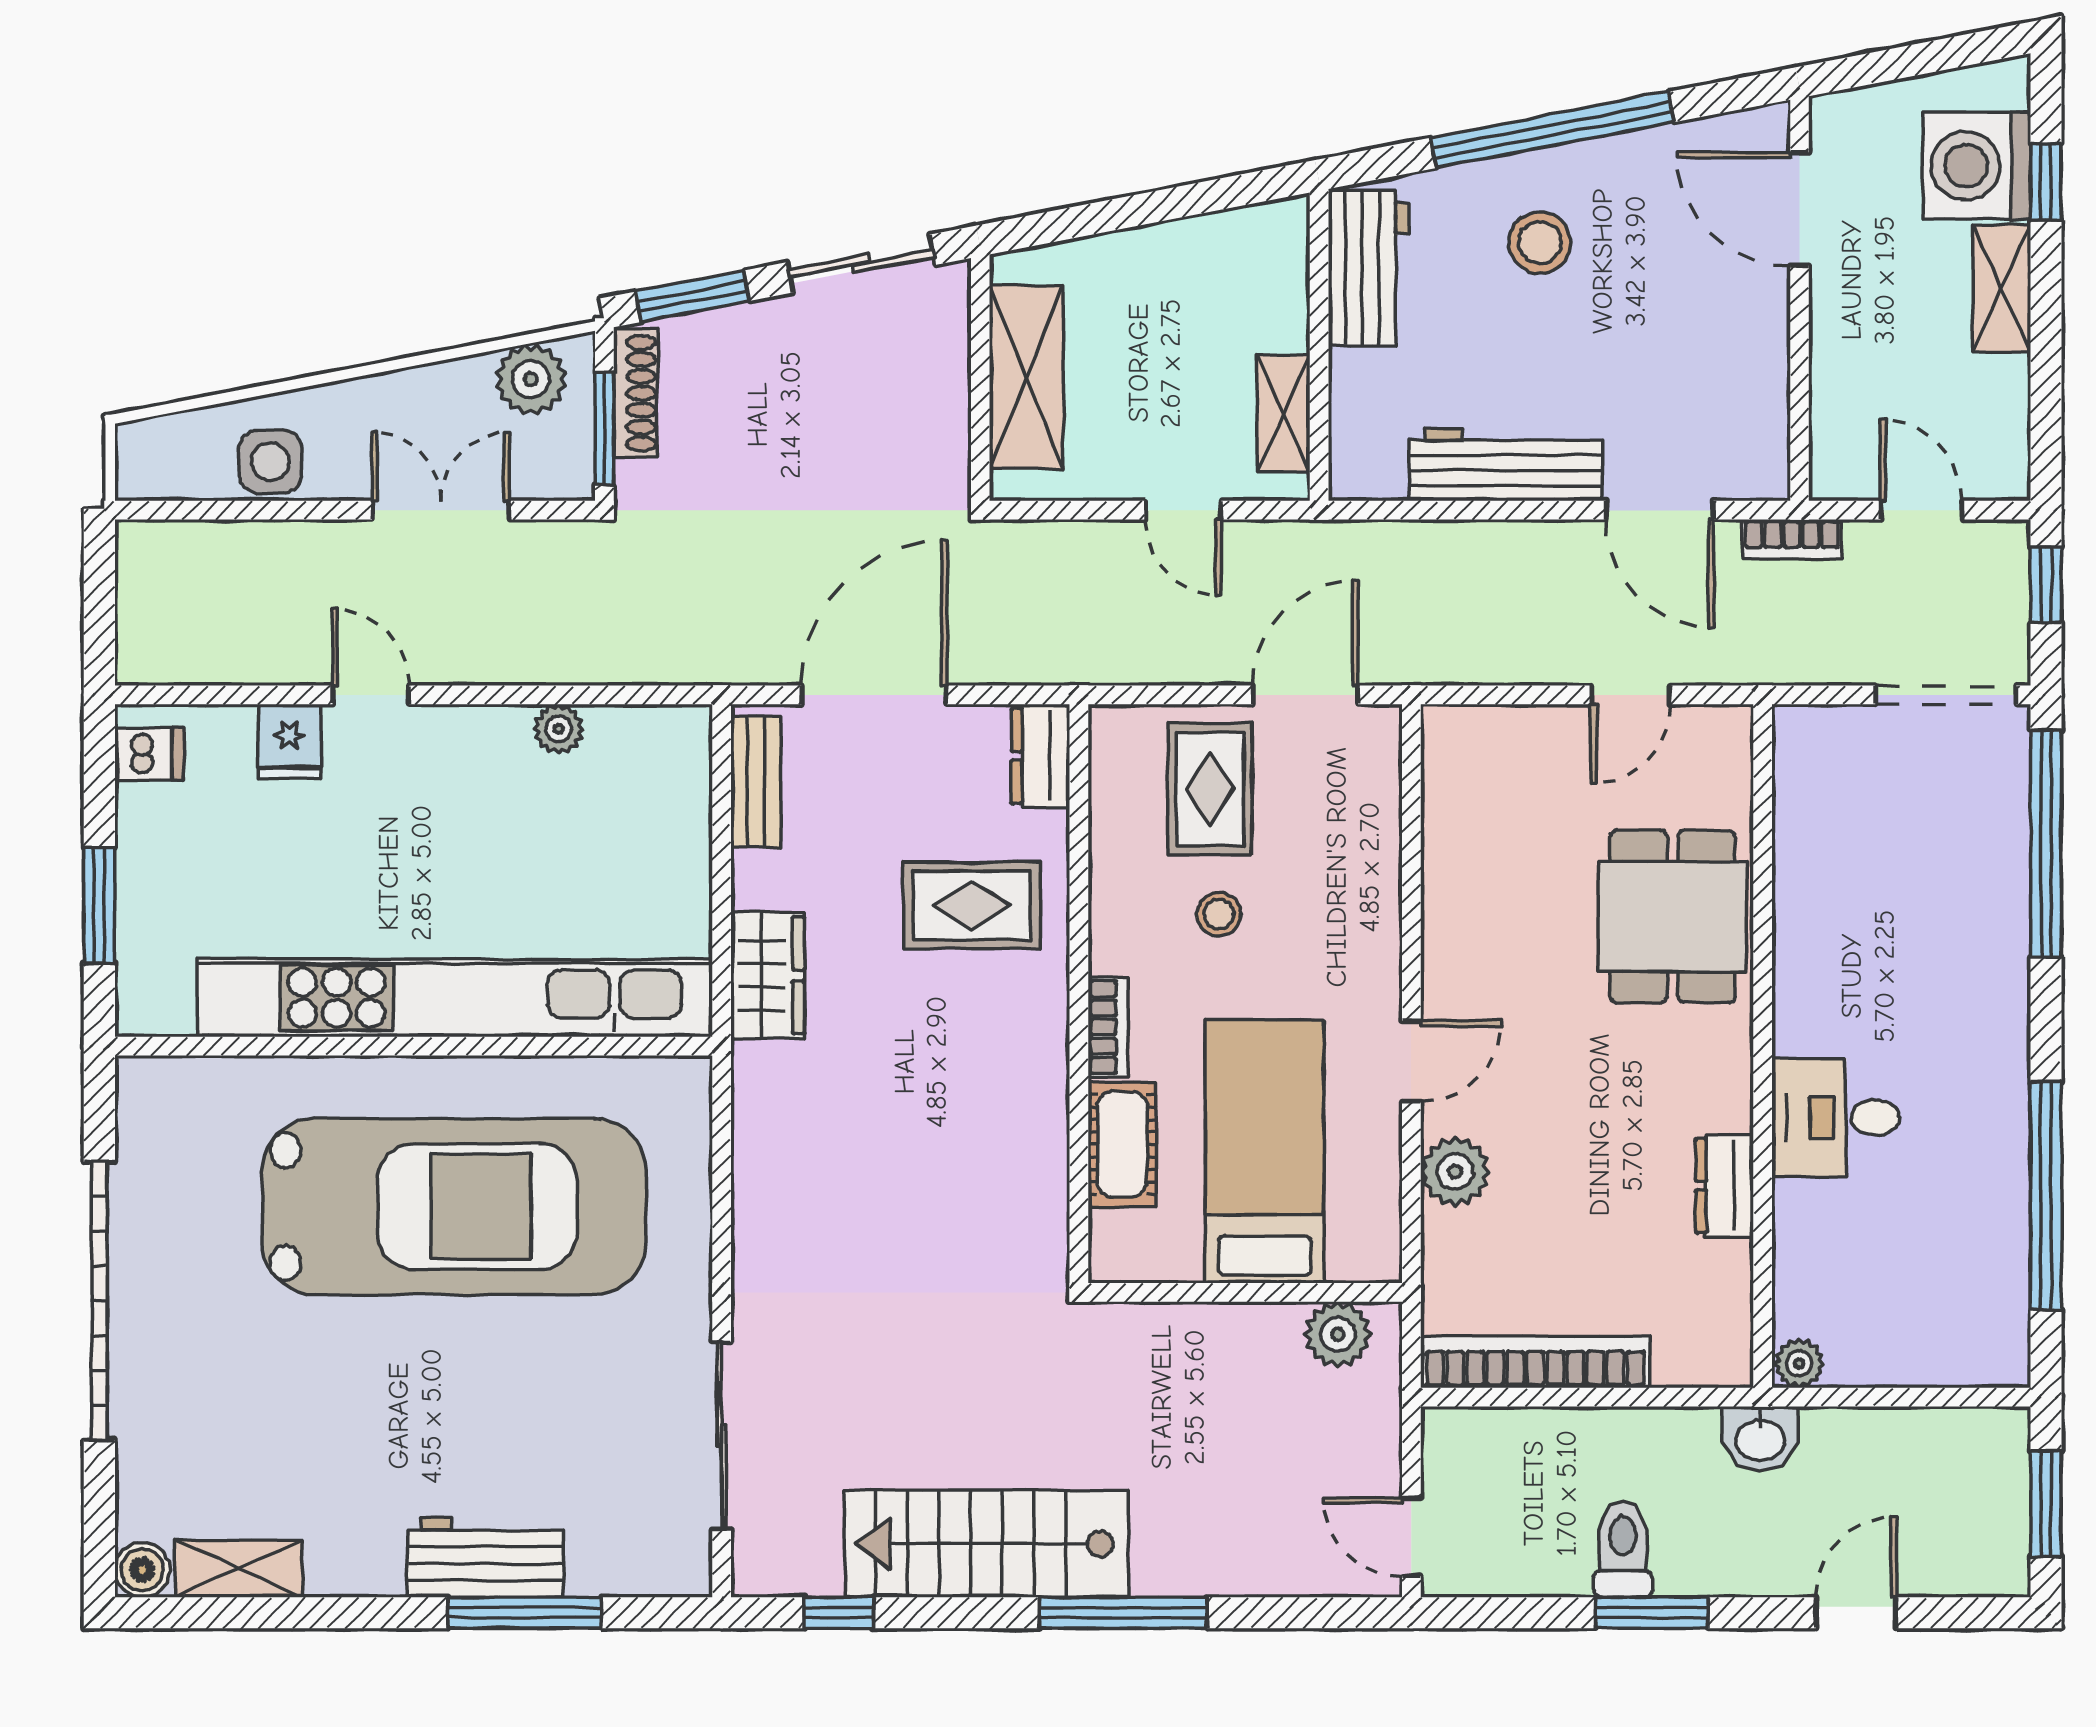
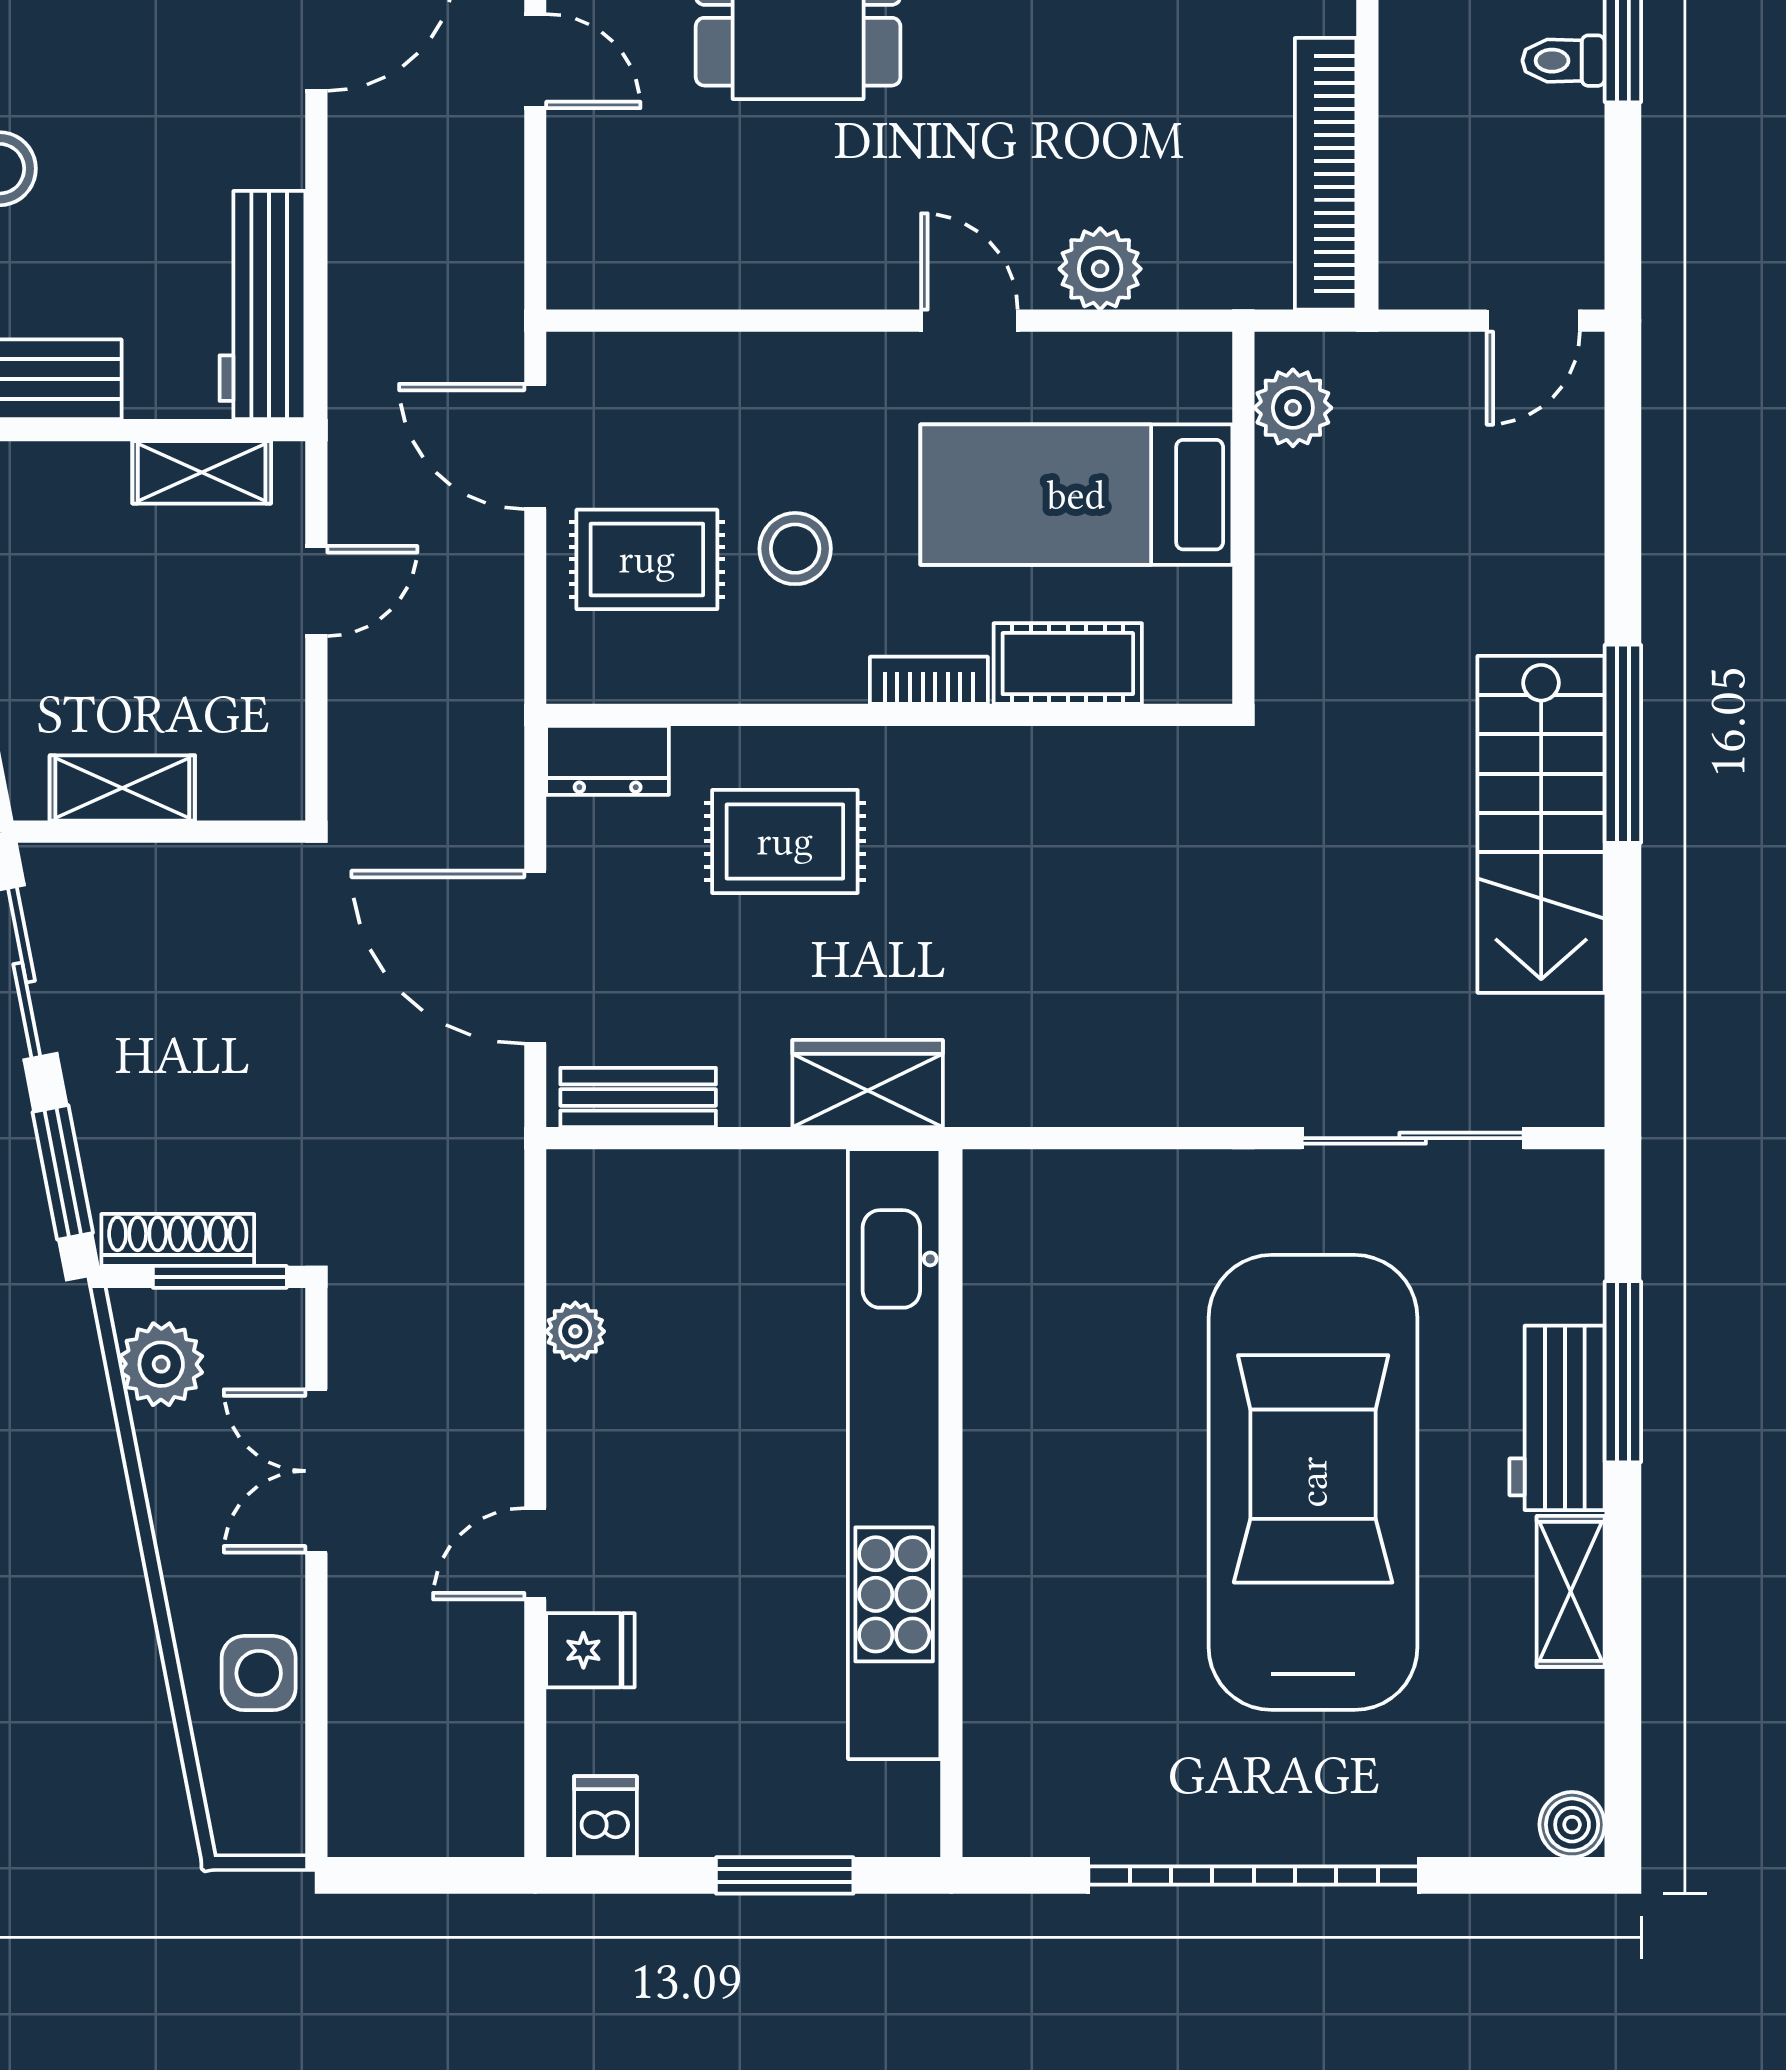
shelving: (1026, 377) -> (122, 788), width x0.67, depth x0.75
workbench: (1506, 465) -> (262, 305), moved
rug: (972, 906) -> (785, 841), turned 90
stool: (1219, 914) -> (795, 549), width x1.37, depth x1.37
car: (454, 1207) -> (1313, 1482), moved
toilet: (1623, 1549) -> (1564, 61), width x0.73, depth x0.72
shelving: (238, 1569) -> (1571, 1591), moved
window: (839, 1613) -> (1623, 999), removed
window: (1123, 1613) -> (1623, 744), moved

